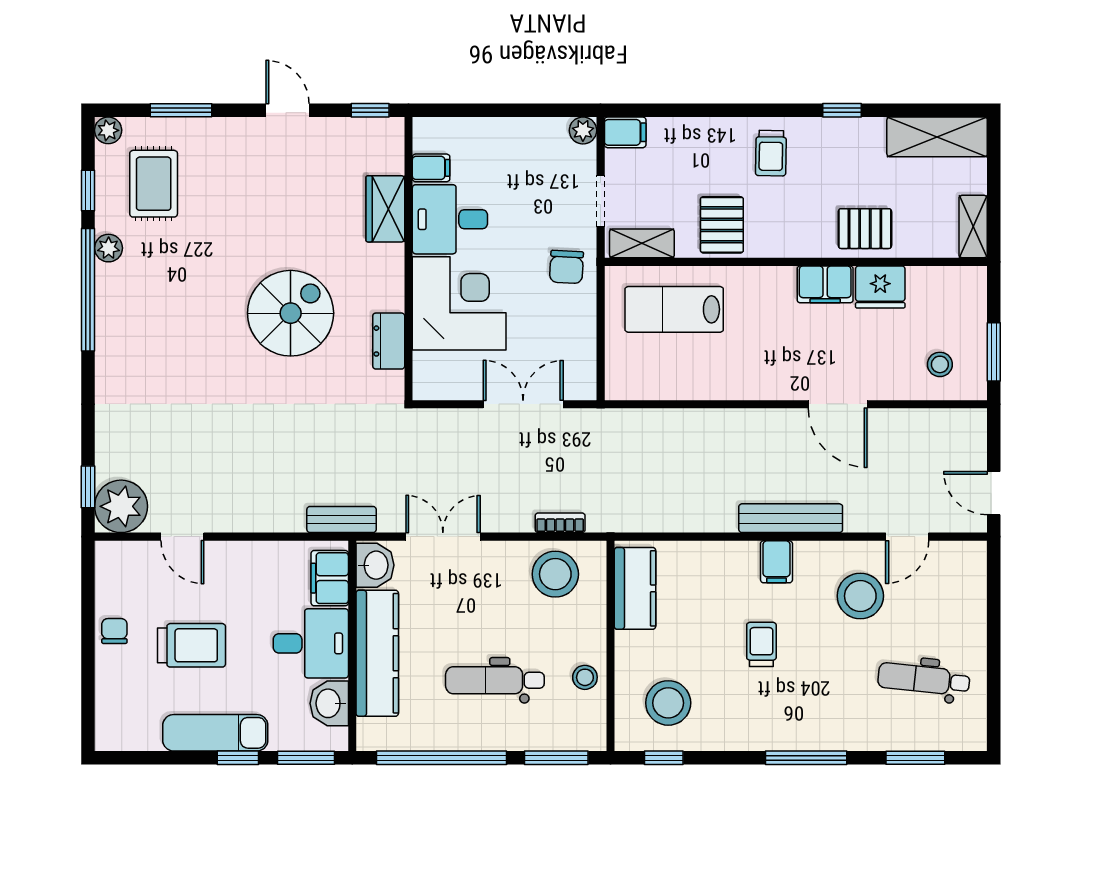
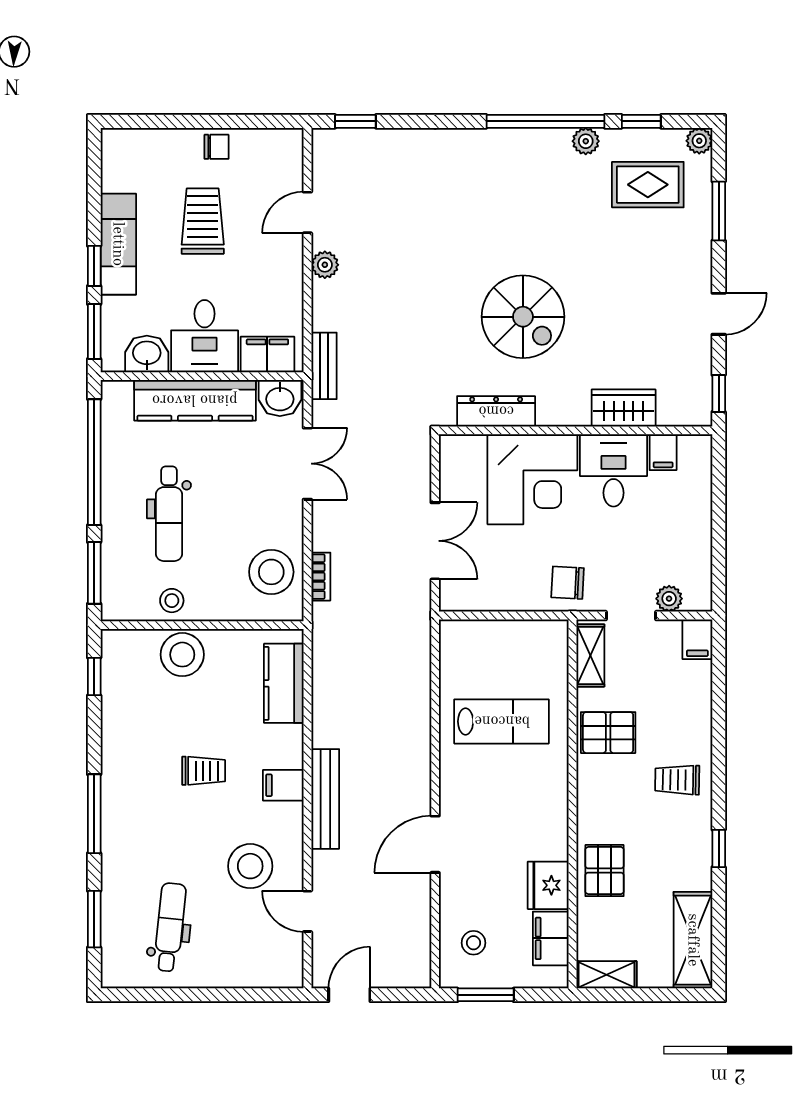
plant: (583, 130) -> (669, 599), moved
filing cabinet: (825, 284) -> (551, 938), moved
lab bench: (674, 309) -> (502, 721), moved, turned 90
dresser: (389, 341) -> (496, 411), width x1.44
plant: (121, 506) -> (325, 265), moved, width x0.53, depth x0.53
kitchen counter: (635, 588) -> (284, 683), moved, turned 90
trolley: (191, 645) -> (203, 221), turned 180
dental chair: (495, 680) -> (169, 514), turned 180
stool: (668, 703) -> (182, 655), moved

